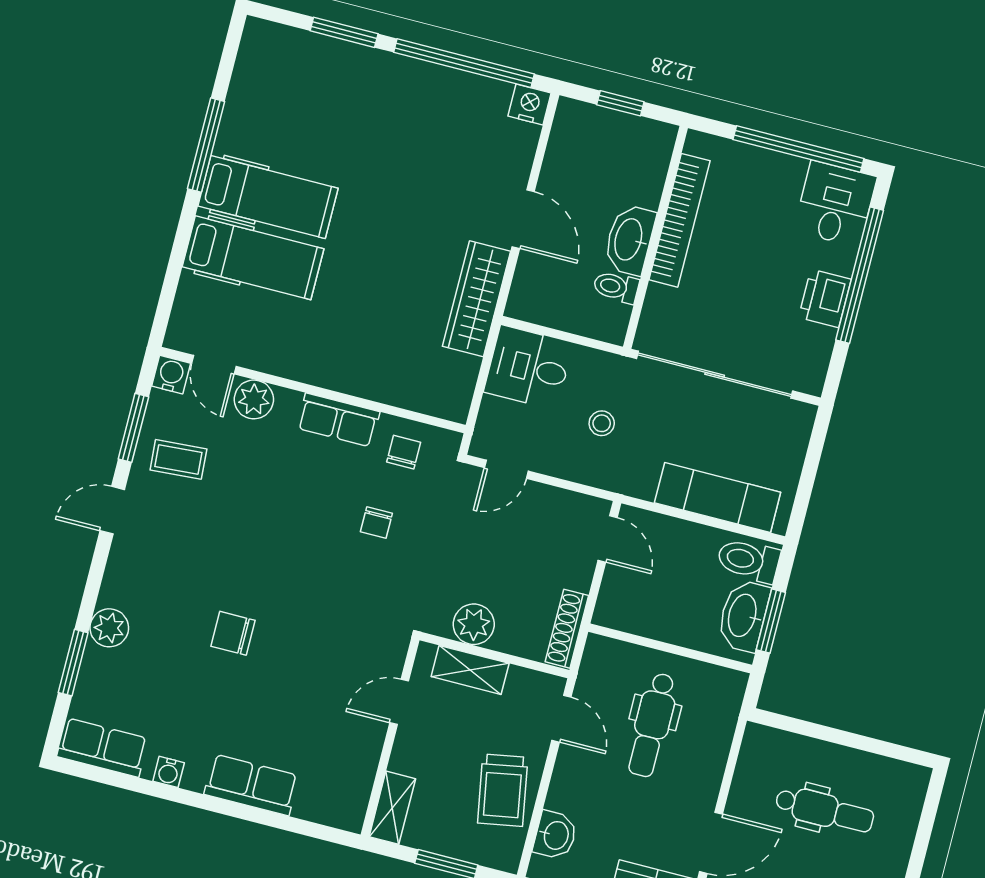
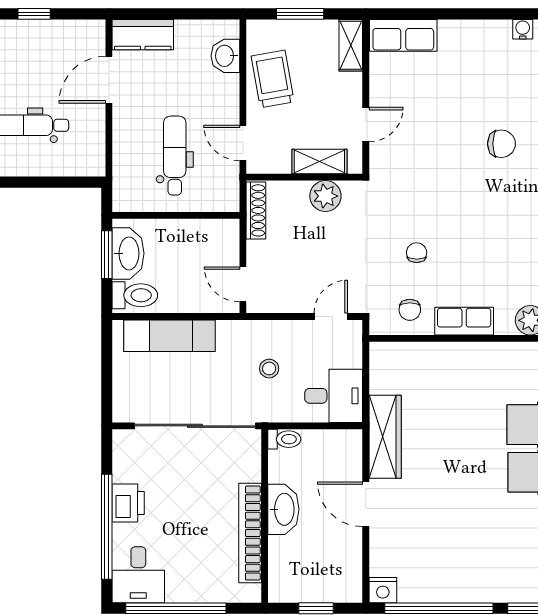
toilet: (616, 287) -> (284, 439), moved
row of seats: (251, 785) -> (403, 35), moved

